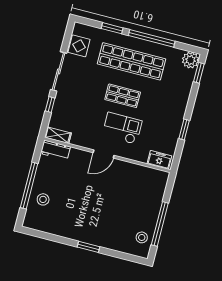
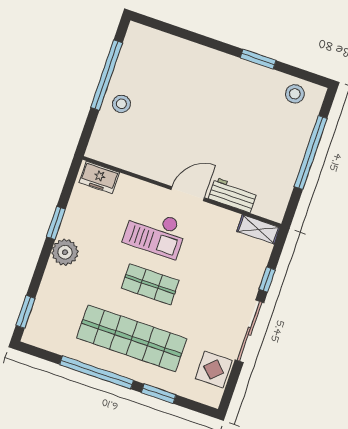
plant: (190, 60) -> (65, 252), moved
workbench: (55, 150) -> (233, 195), moved
stool: (43, 199) -> (295, 94), moved
stool: (142, 237) -> (121, 104), moved
window: (88, 247) -> (258, 59), moved

